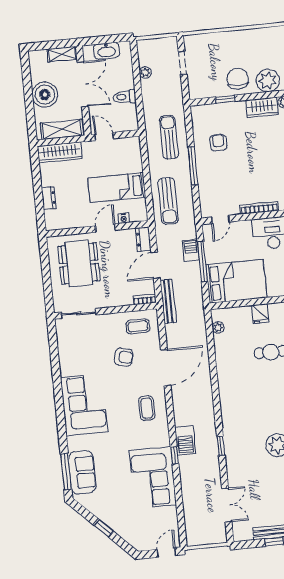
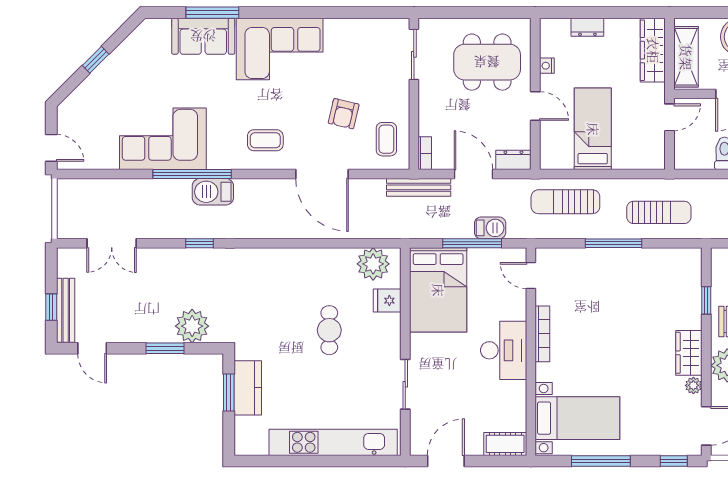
armchair: (218, 143) -> (644, 284), removed
nightstand: (124, 218) -> (547, 66), moved
fridge: (260, 314) -> (387, 301), moved
plant: (218, 327) -> (373, 264), width x1.88, depth x1.88
window: (175, 455) -> (192, 174), width x3.17
window: (66, 472) -> (212, 13), moved
sofa: (82, 472) -> (203, 36), moved

